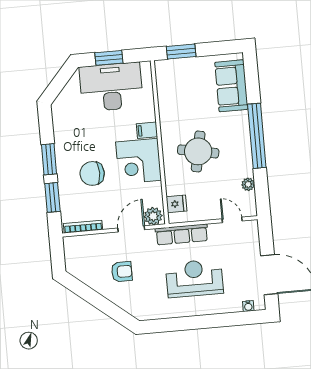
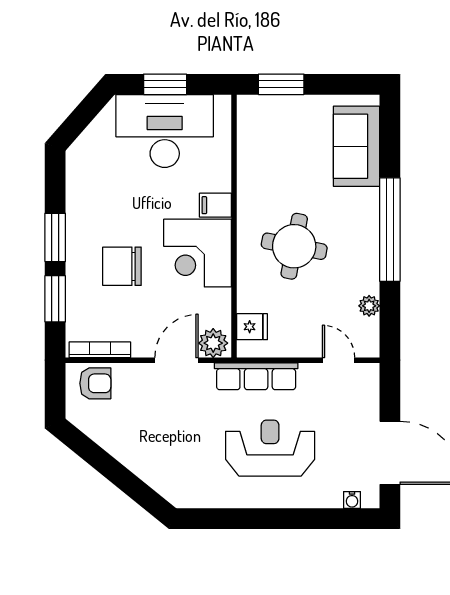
armchair: (122, 272) -> (95, 383), moved

